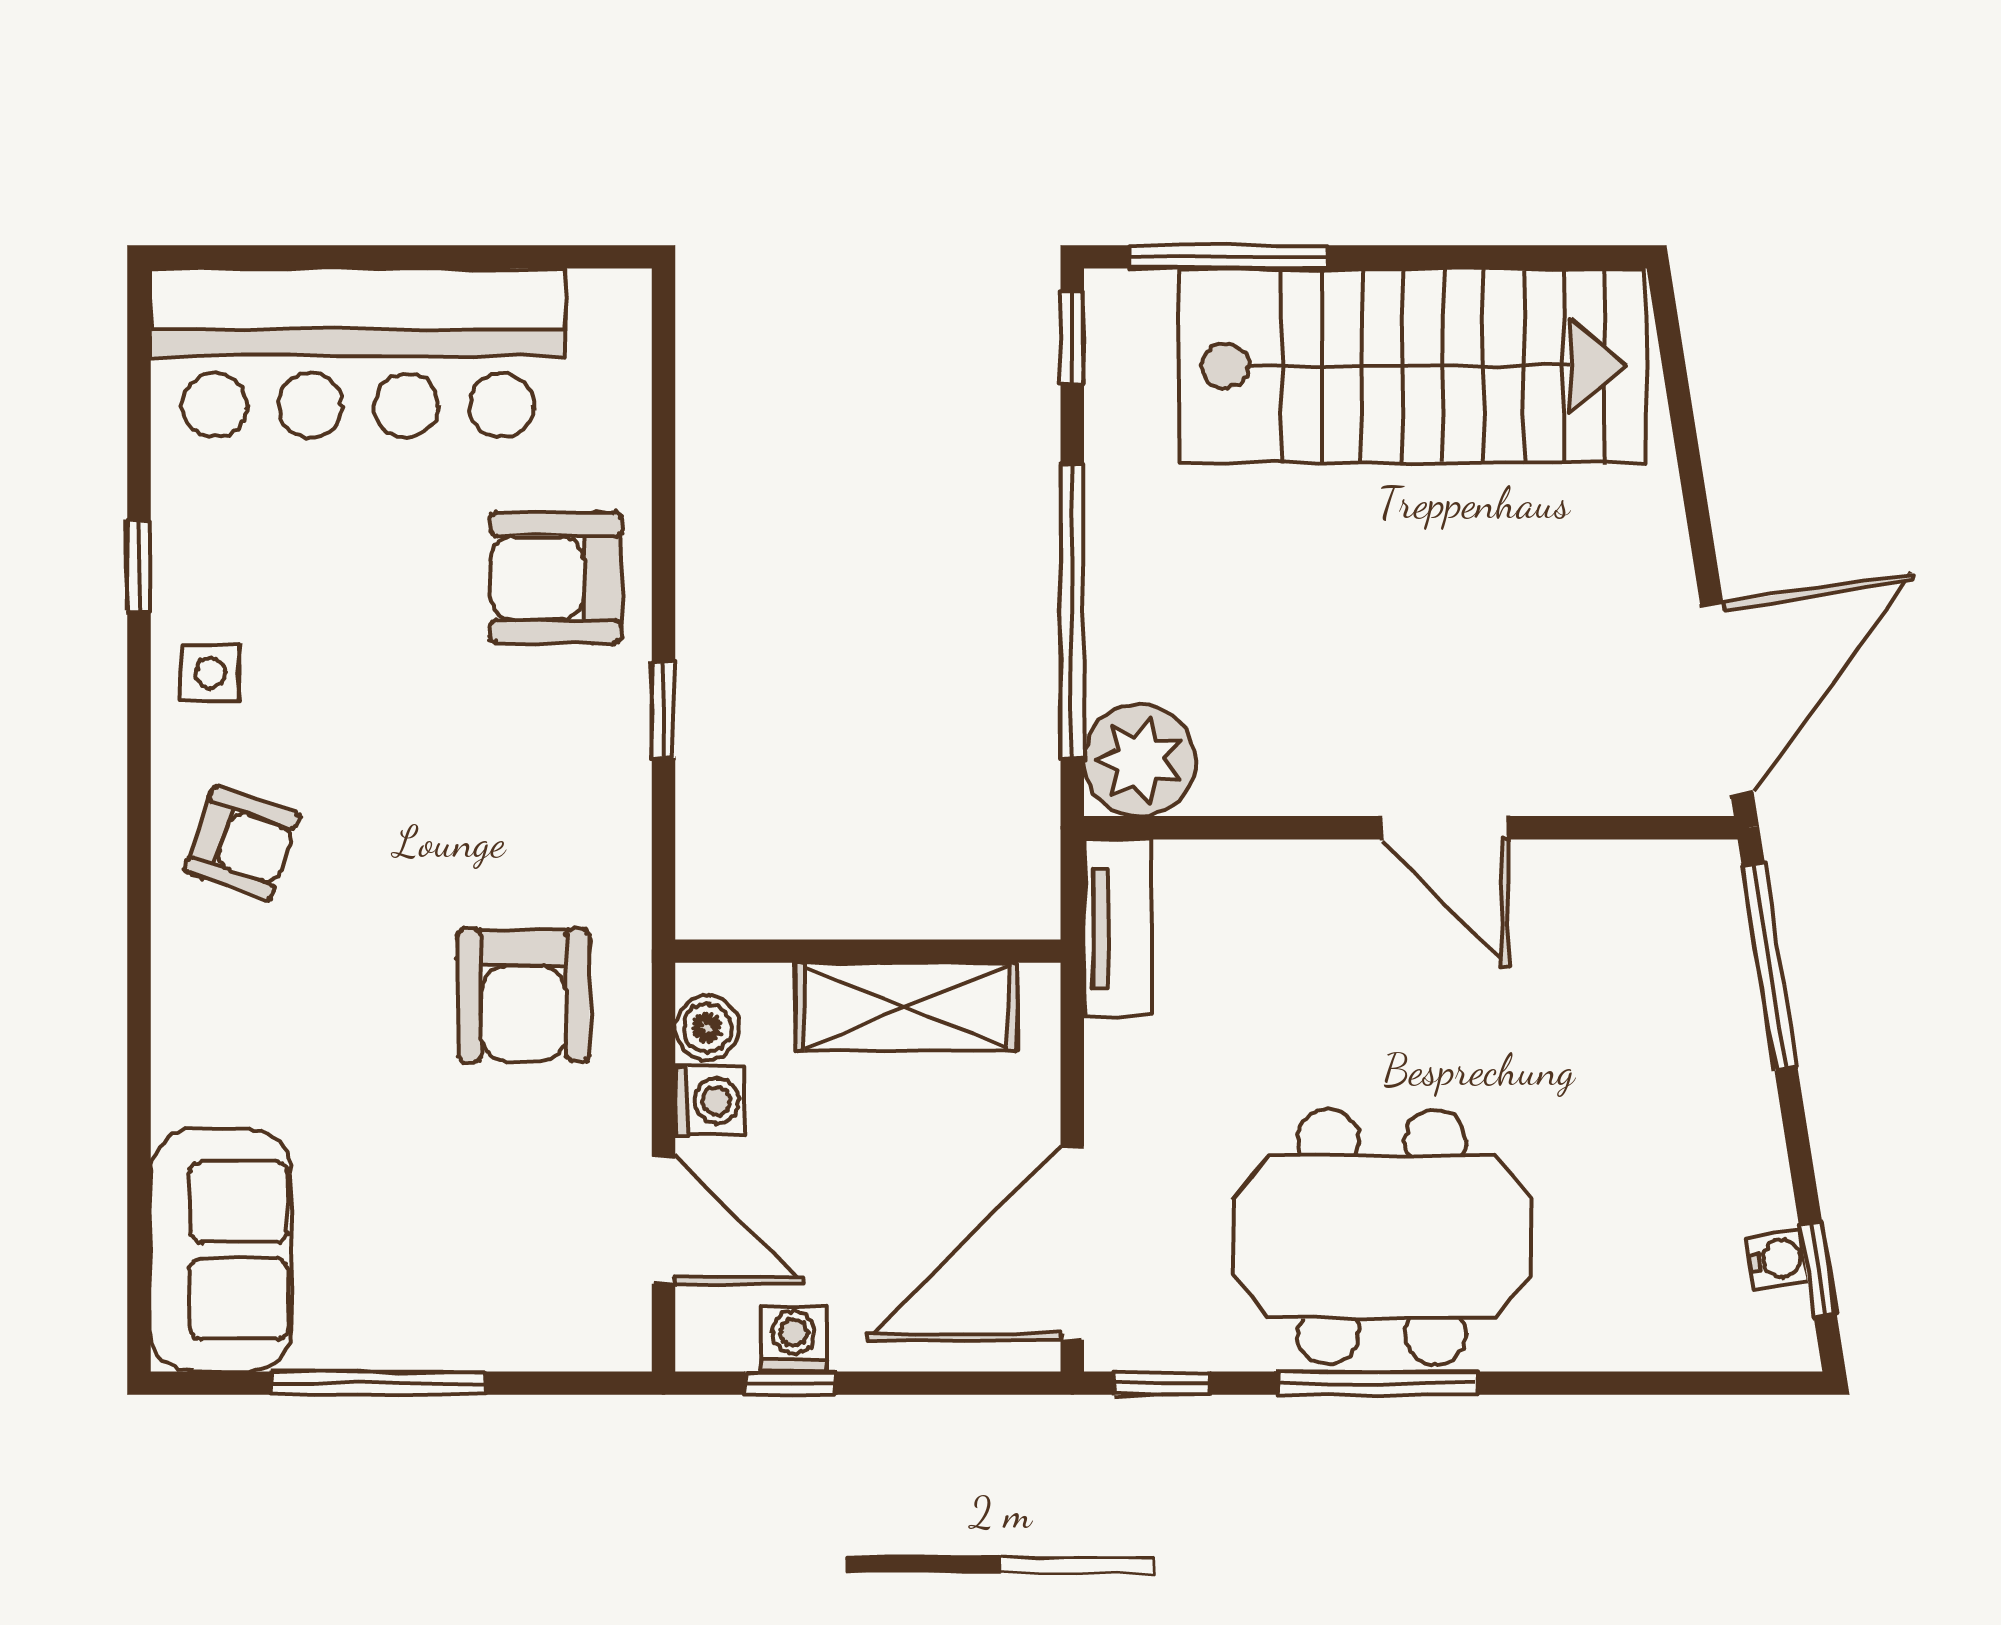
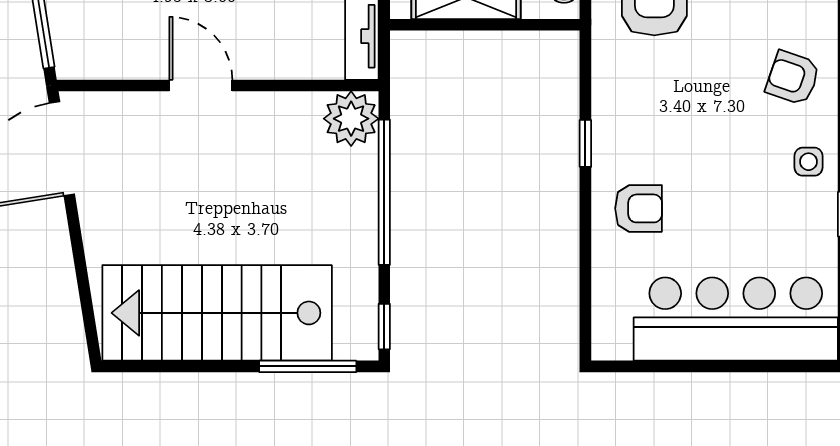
armchair: (556, 578) -> (639, 208), width x0.72, depth x0.72

